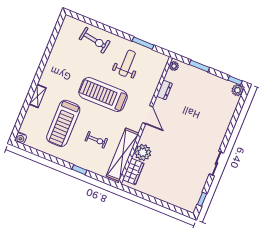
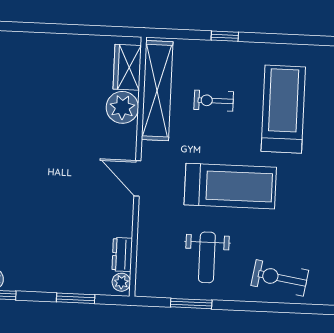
dresser: (164, 90) -> (122, 254), moved

